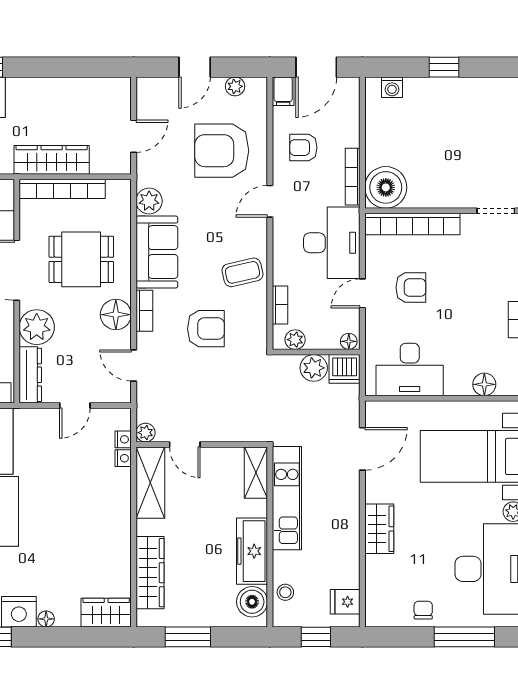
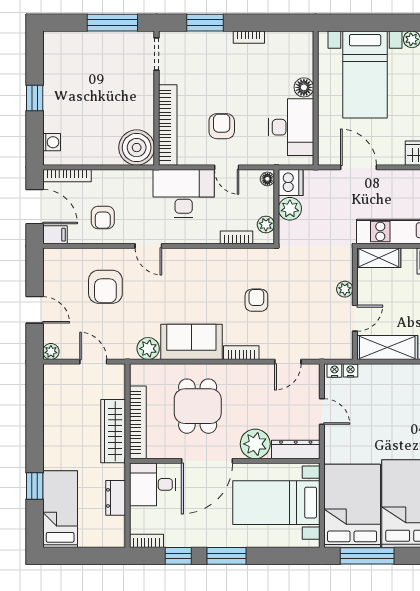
plant: (235, 86) -> (51, 351), moved
armchair: (222, 151) -> (105, 287), width x0.73, depth x0.73
bookcase: (353, 177) -> (67, 176), moved
coffee table: (243, 272) -> (209, 269), removed
floor lamp: (116, 315) -> (245, 377), removed
armchair: (206, 329) -> (256, 300), width x0.72, depth x0.72
floor lamp: (484, 384) -> (304, 87), moved
plant: (145, 433) -> (345, 289), moved
nightstand: (123, 458) -> (334, 371), moved

